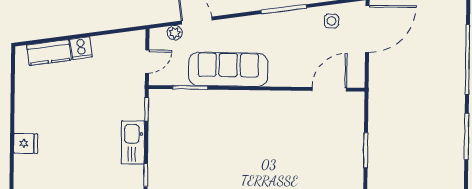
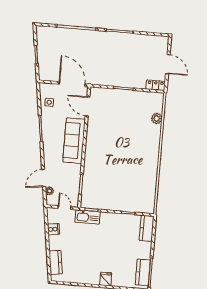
door: (367, 29) -> (72, 84), moved
cooker: (81, 48) -> (54, 229), moved
sofa: (228, 69) -> (74, 141), moved
kitchen sink: (133, 142) -> (88, 217), moved

